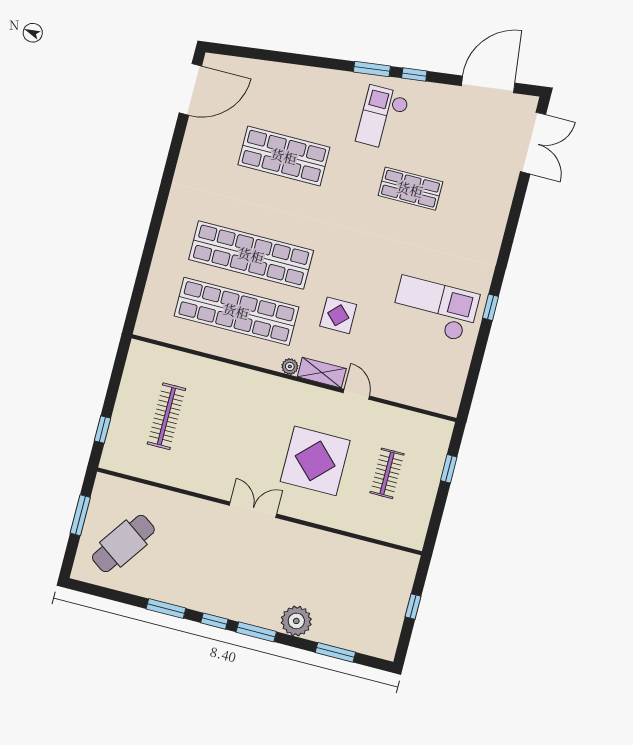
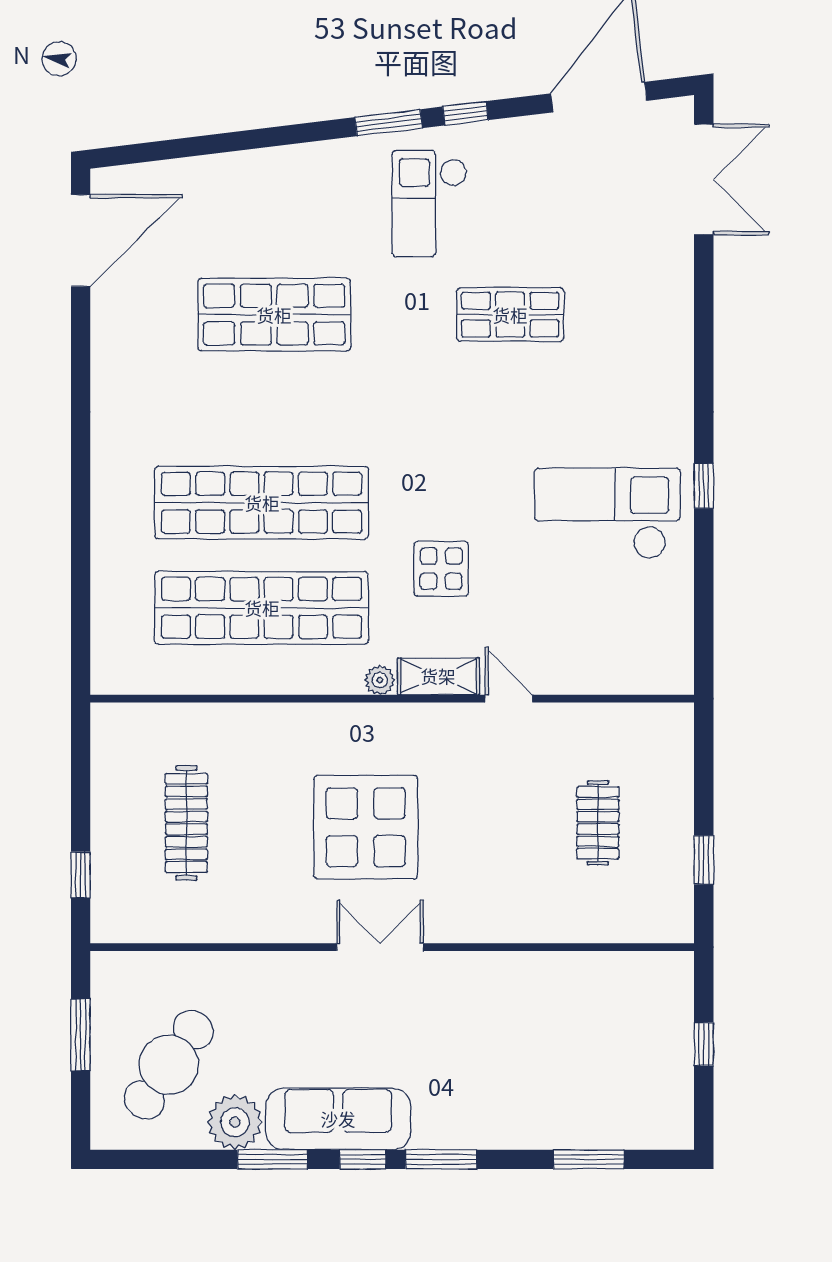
display table: (315, 461) -> (366, 827), moved
window: (449, 469) -> (704, 860), moved
sofa: (207, 596) -> (338, 1119), added
plant: (296, 621) -> (235, 1122), moved

